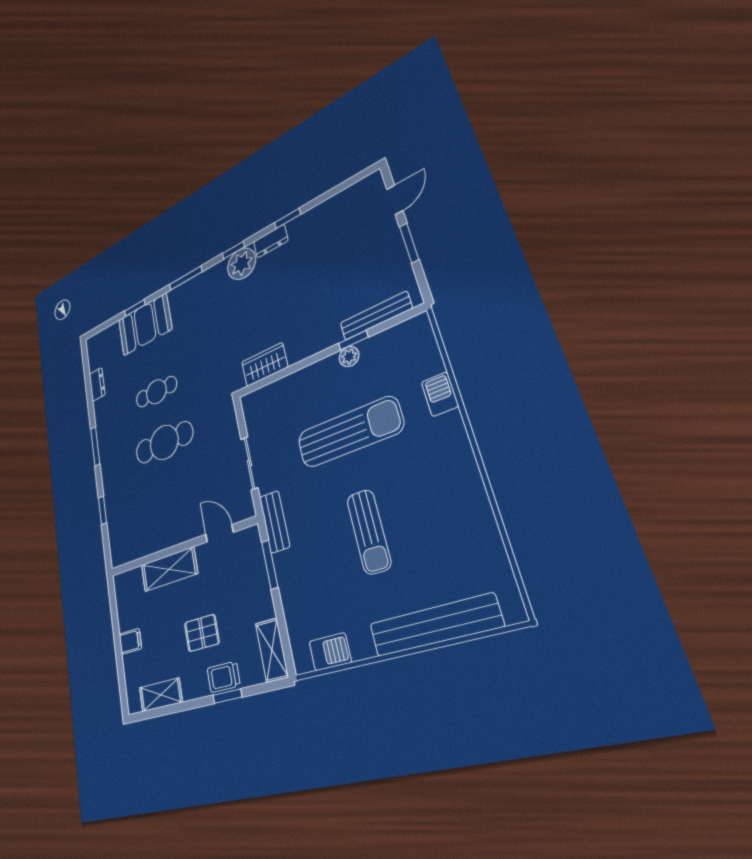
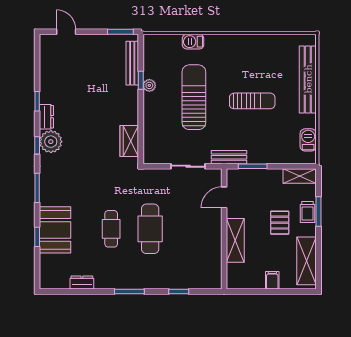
window: (409, 243) -> (120, 32), moved
shelving: (161, 695) -> (307, 261), width x1.50, depth x1.33
window: (227, 696) -> (318, 212), width x1.50

